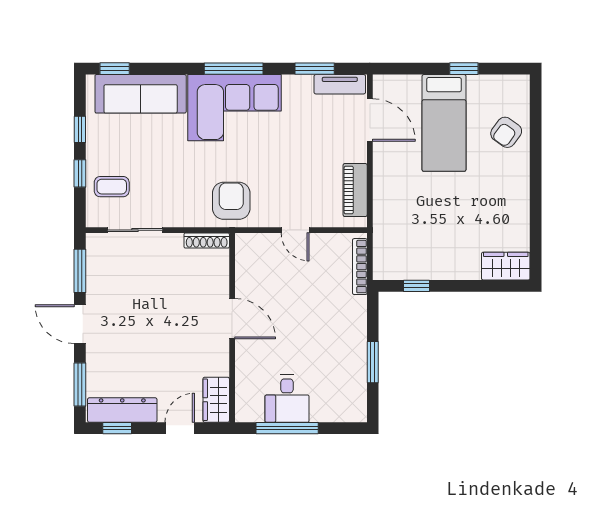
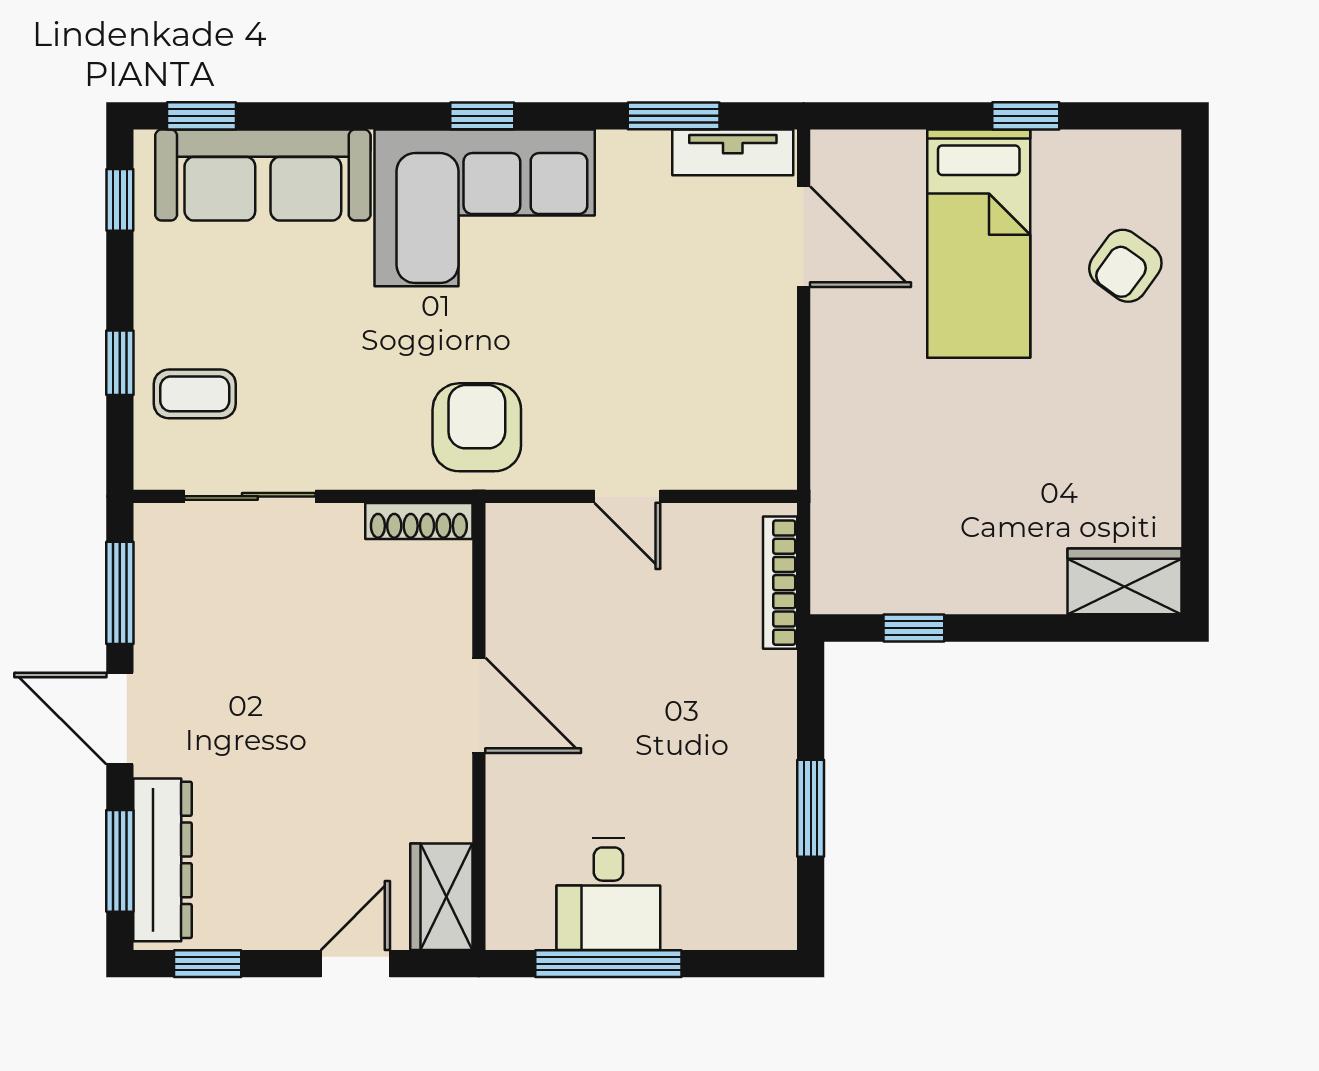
window: (234, 69) -> (482, 116), width x0.46
window: (80, 129) -> (120, 200), moved
piano: (355, 190) -> (769, 402), removed
dresser: (122, 410) -> (162, 860), moved, turned 90

